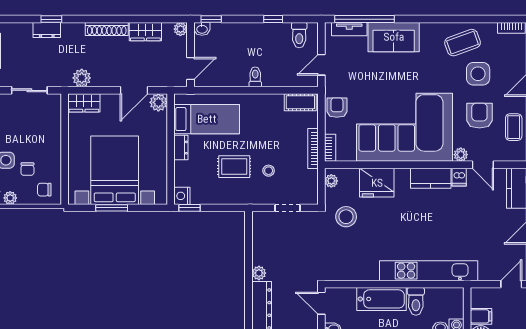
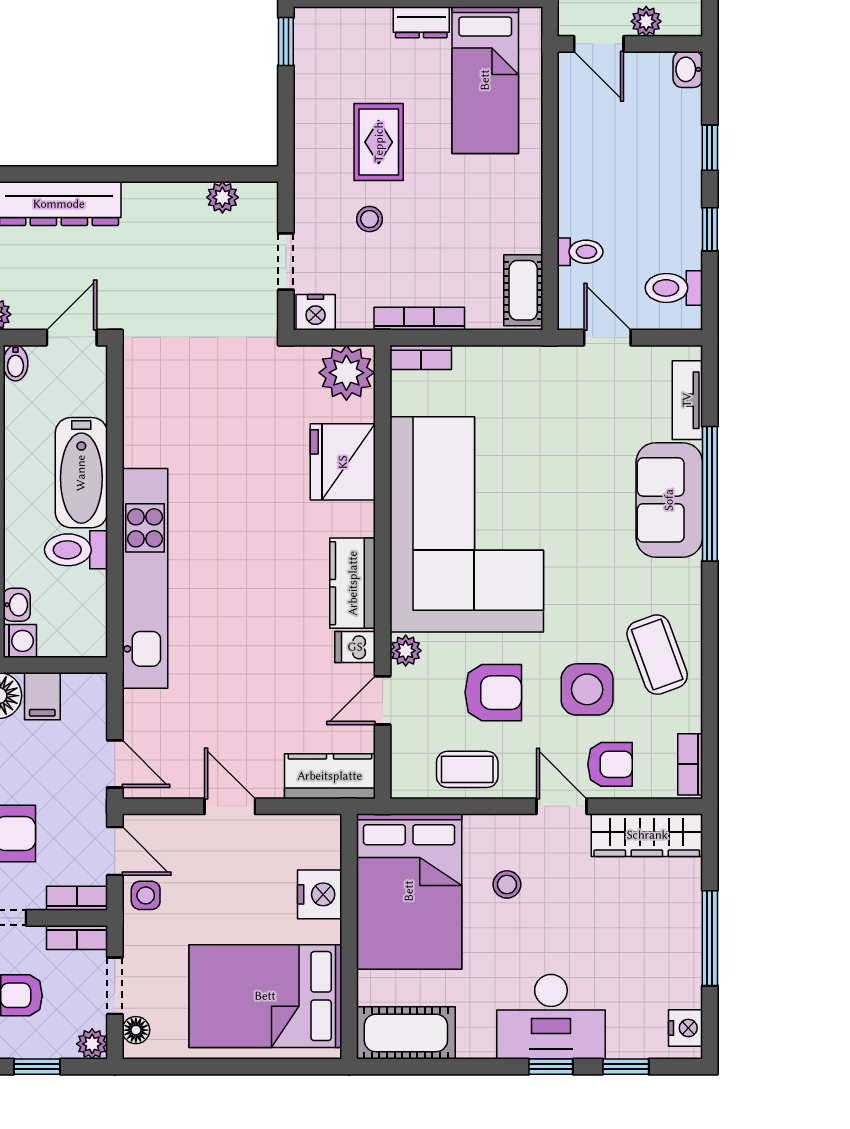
window: (211, 19) -> (710, 148), moved
window: (365, 19) -> (710, 494), moved
plant: (180, 29) -> (646, 21), moved
toilet: (255, 77) -> (580, 252), moved
armchair: (337, 108) -> (610, 764), moved
plant: (331, 181) -> (346, 373), width x1.88, depth x1.88
nightstand: (182, 196) -> (316, 312), moved, turned 180
stool: (346, 217) -> (266, 393), removed
plant: (259, 273) -> (222, 197), moved

